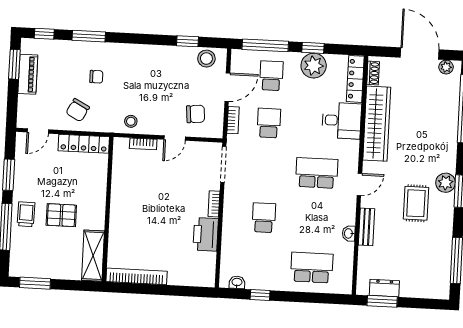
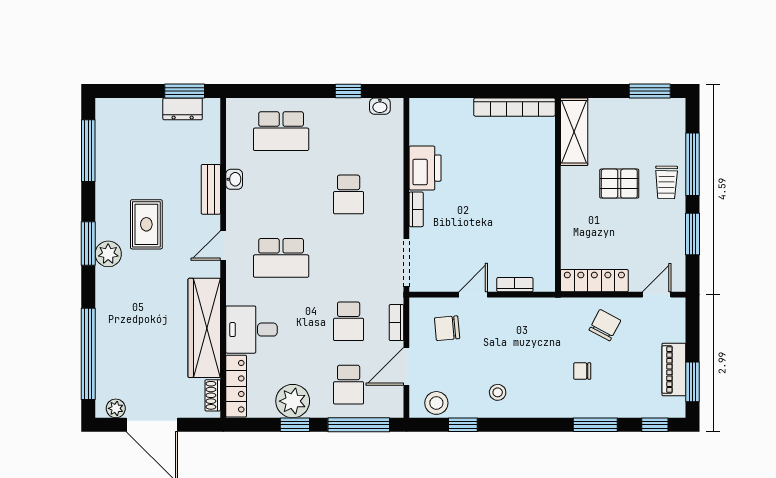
stool: (131, 121) -> (498, 392), moved

